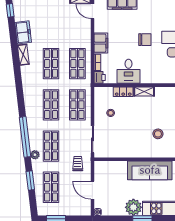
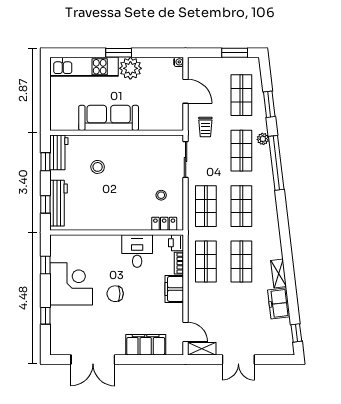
shelving: (144, 91) -> (116, 224), removed
locker: (123, 92) -> (164, 224), moved

